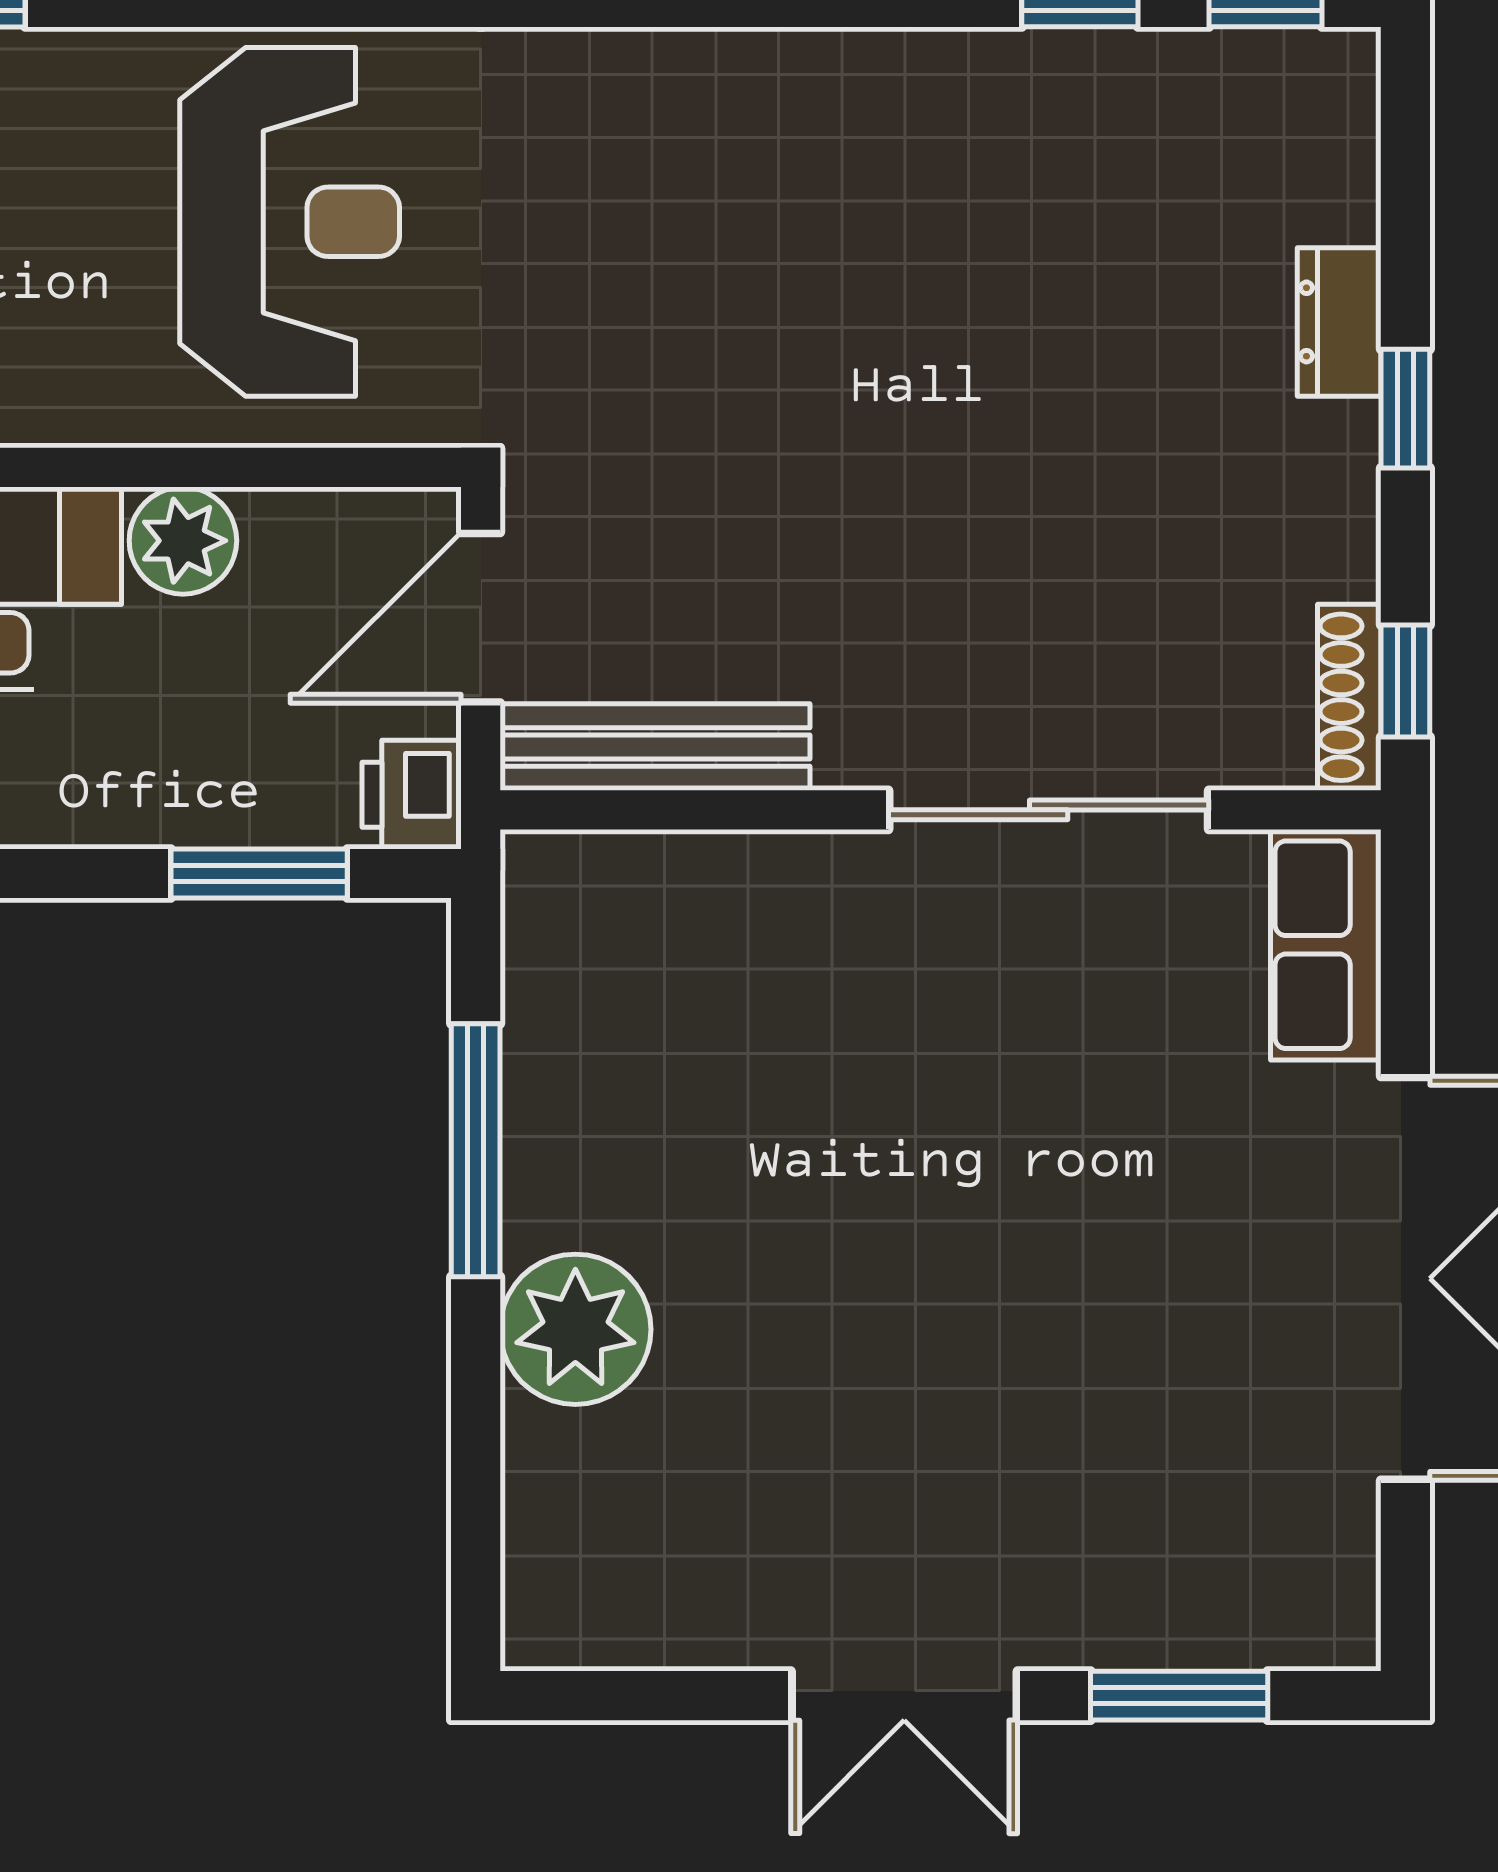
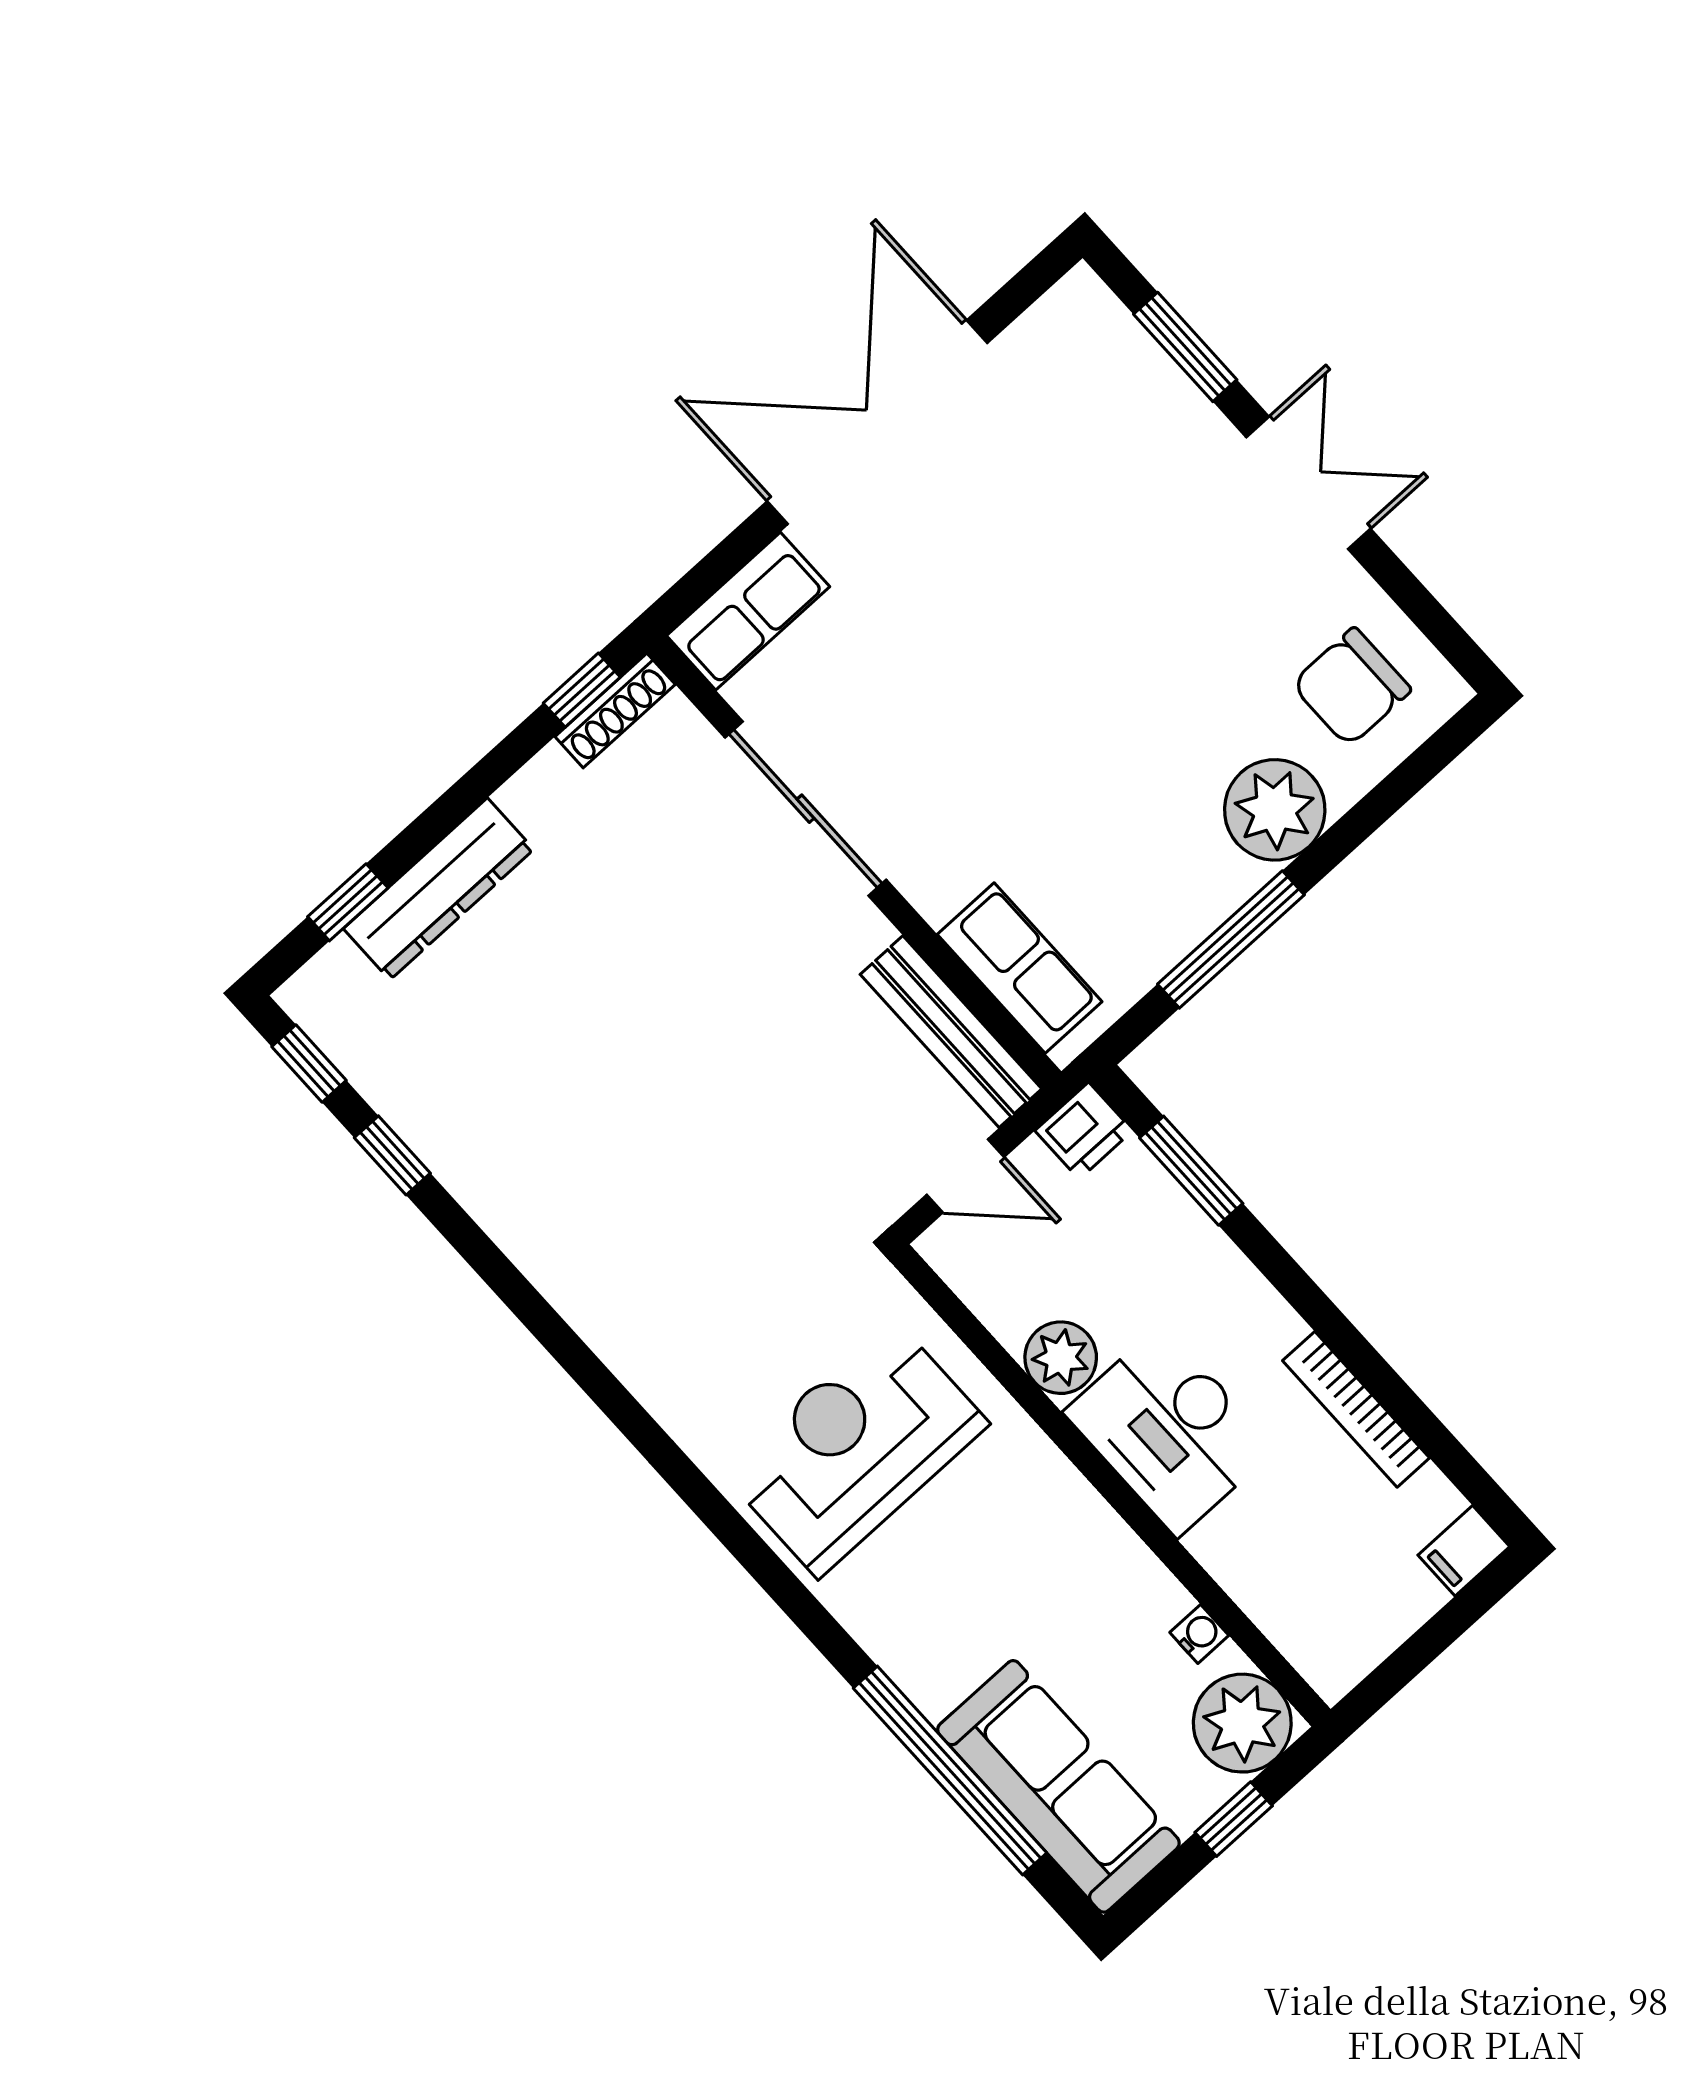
dresser: (1339, 322) -> (439, 889), width x1.96, depth x1.24
window: (1405, 409) -> (348, 902), moved
door: (481, 618) -> (965, 1176), width x0.73
row of seats: (657, 887) -> (1020, 968), added
chair: (635, 1538) -> (1351, 687), added

